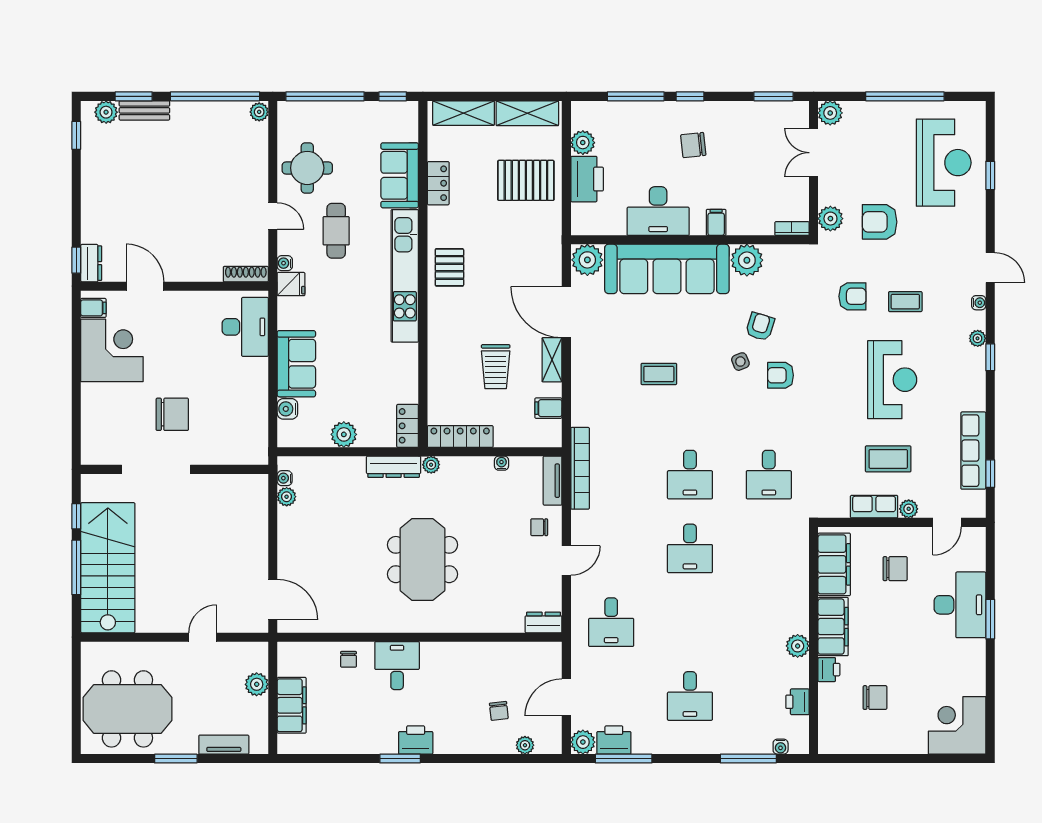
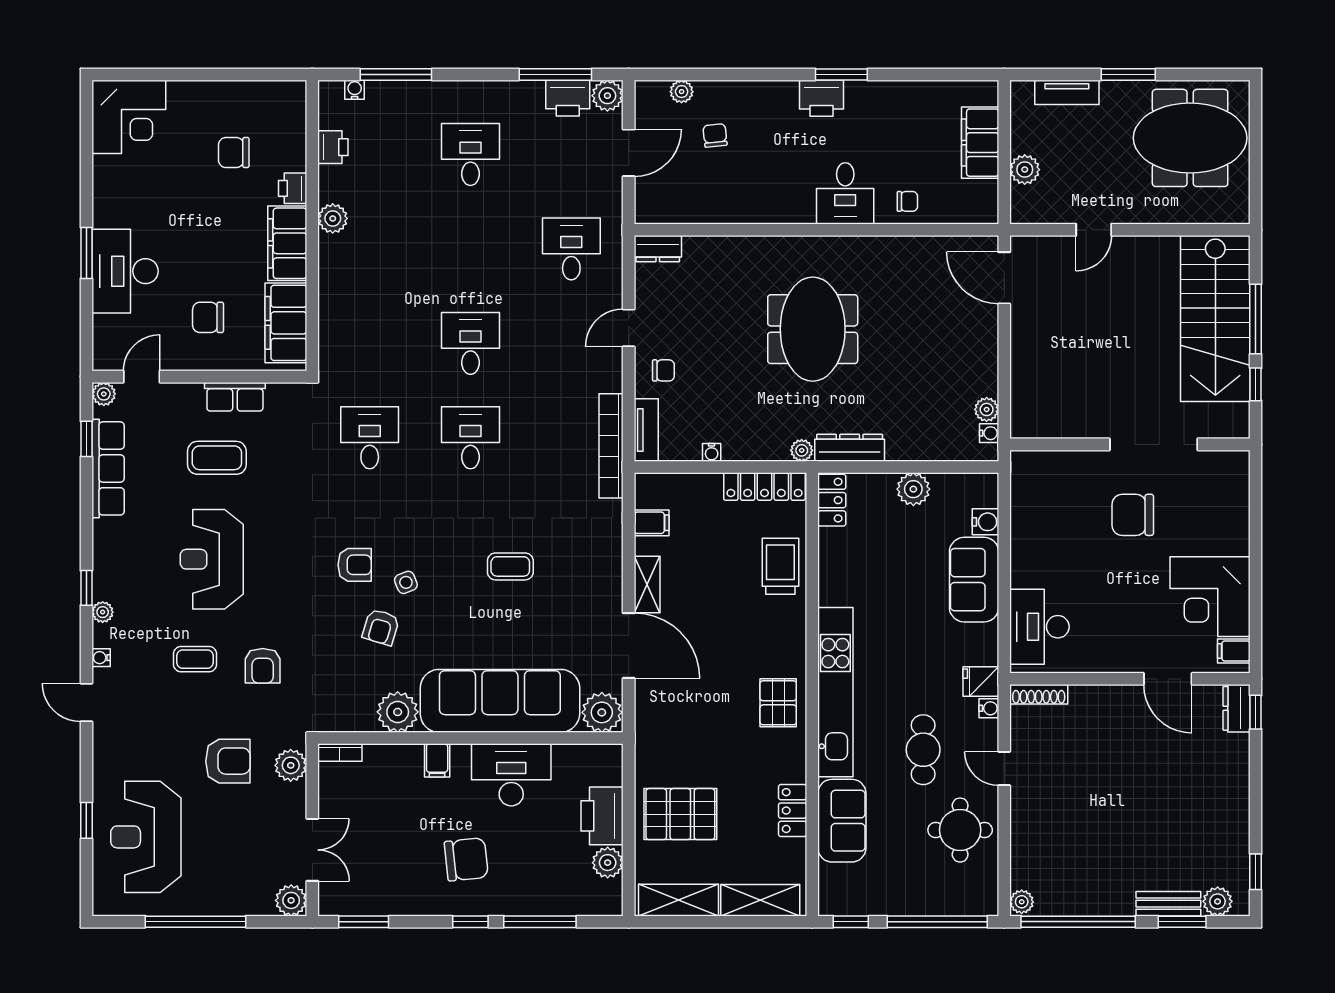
chair: (693, 145) -> (466, 859), width x1.37, depth x1.37
armchair: (852, 296) -> (263, 666), turned -90
trolley: (496, 367) -> (780, 566), moved
plant: (909, 509) -> (104, 394), moved
chair: (348, 659) -> (907, 201), turned 90

